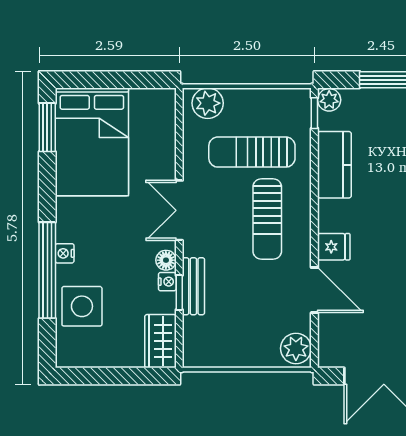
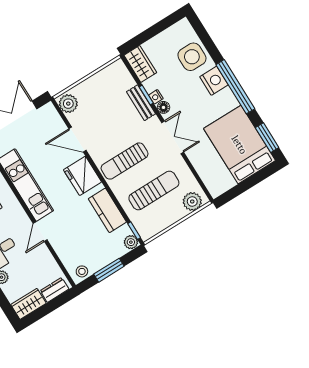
sun lounger: (267, 219) -> (125, 161), turned -90
fridge: (334, 247) -> (82, 176), width x1.88, depth x1.34
nightstand: (65, 253) -> (214, 81), width x1.89, depth x1.79
window: (47, 270) -> (235, 87), moved

